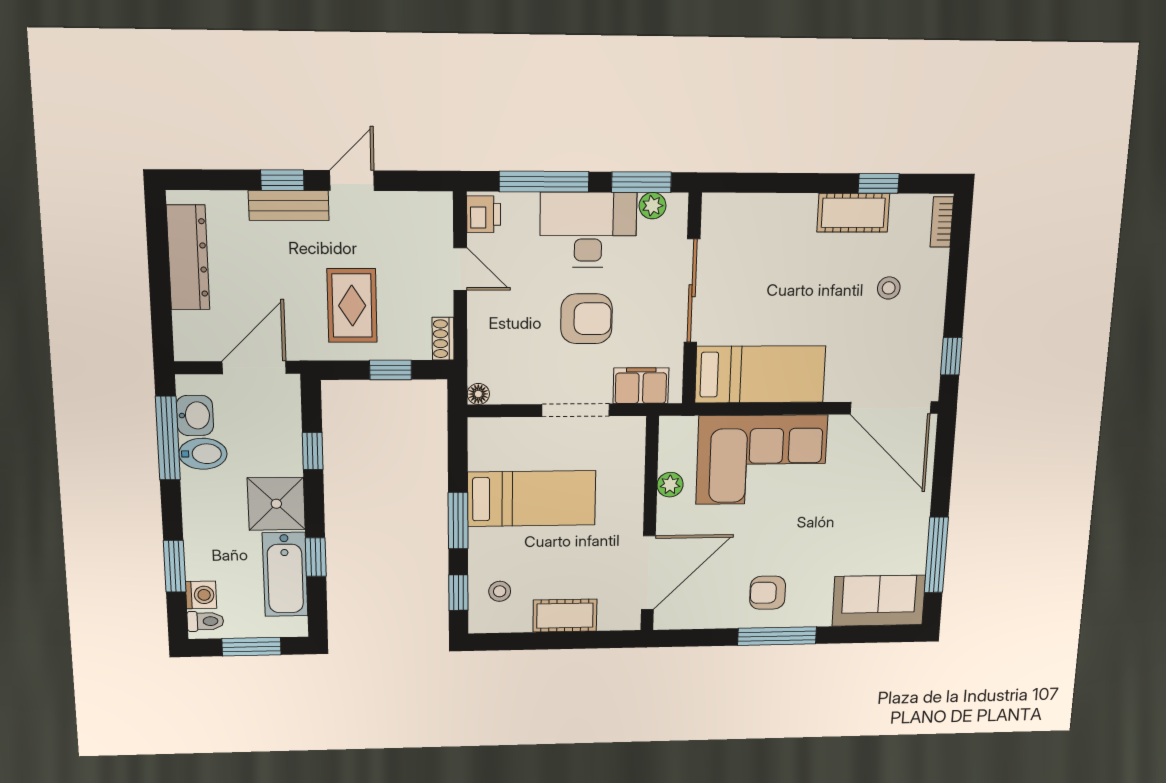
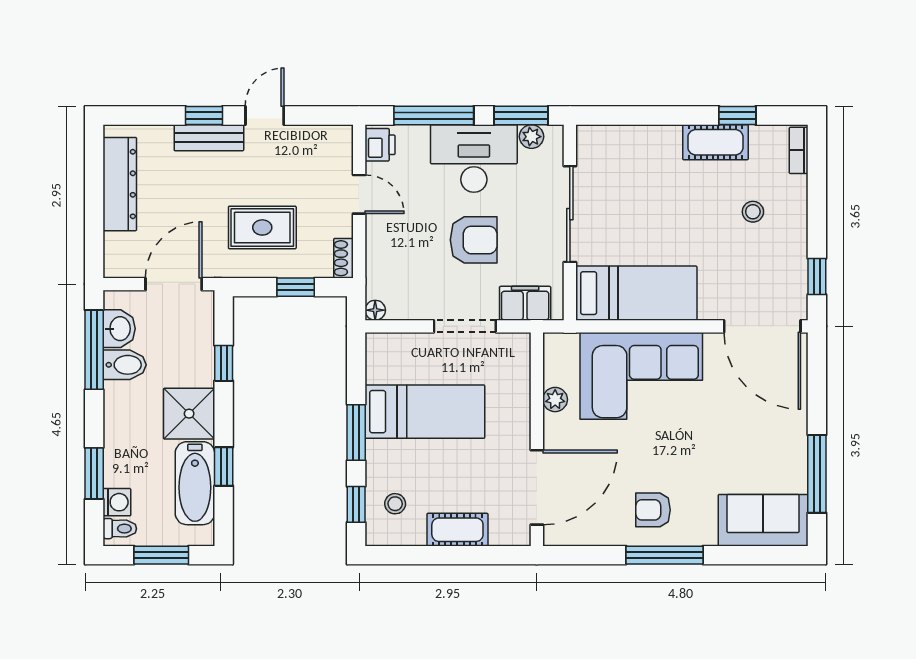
rug: (352, 306) -> (262, 227), turned 90

